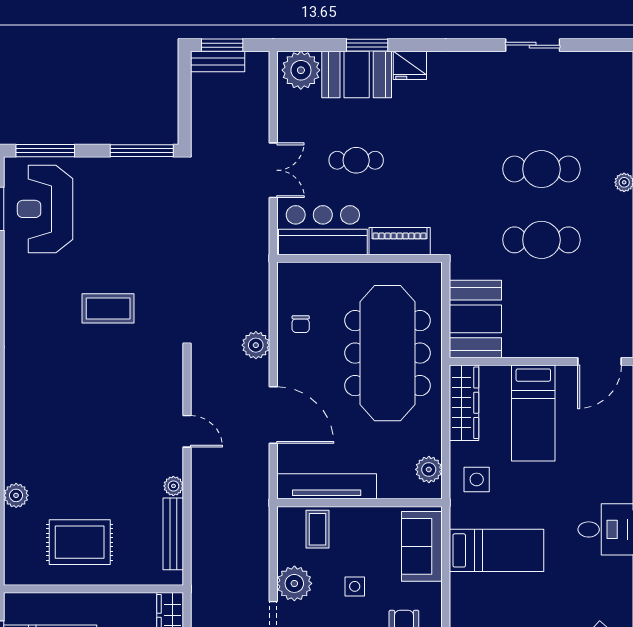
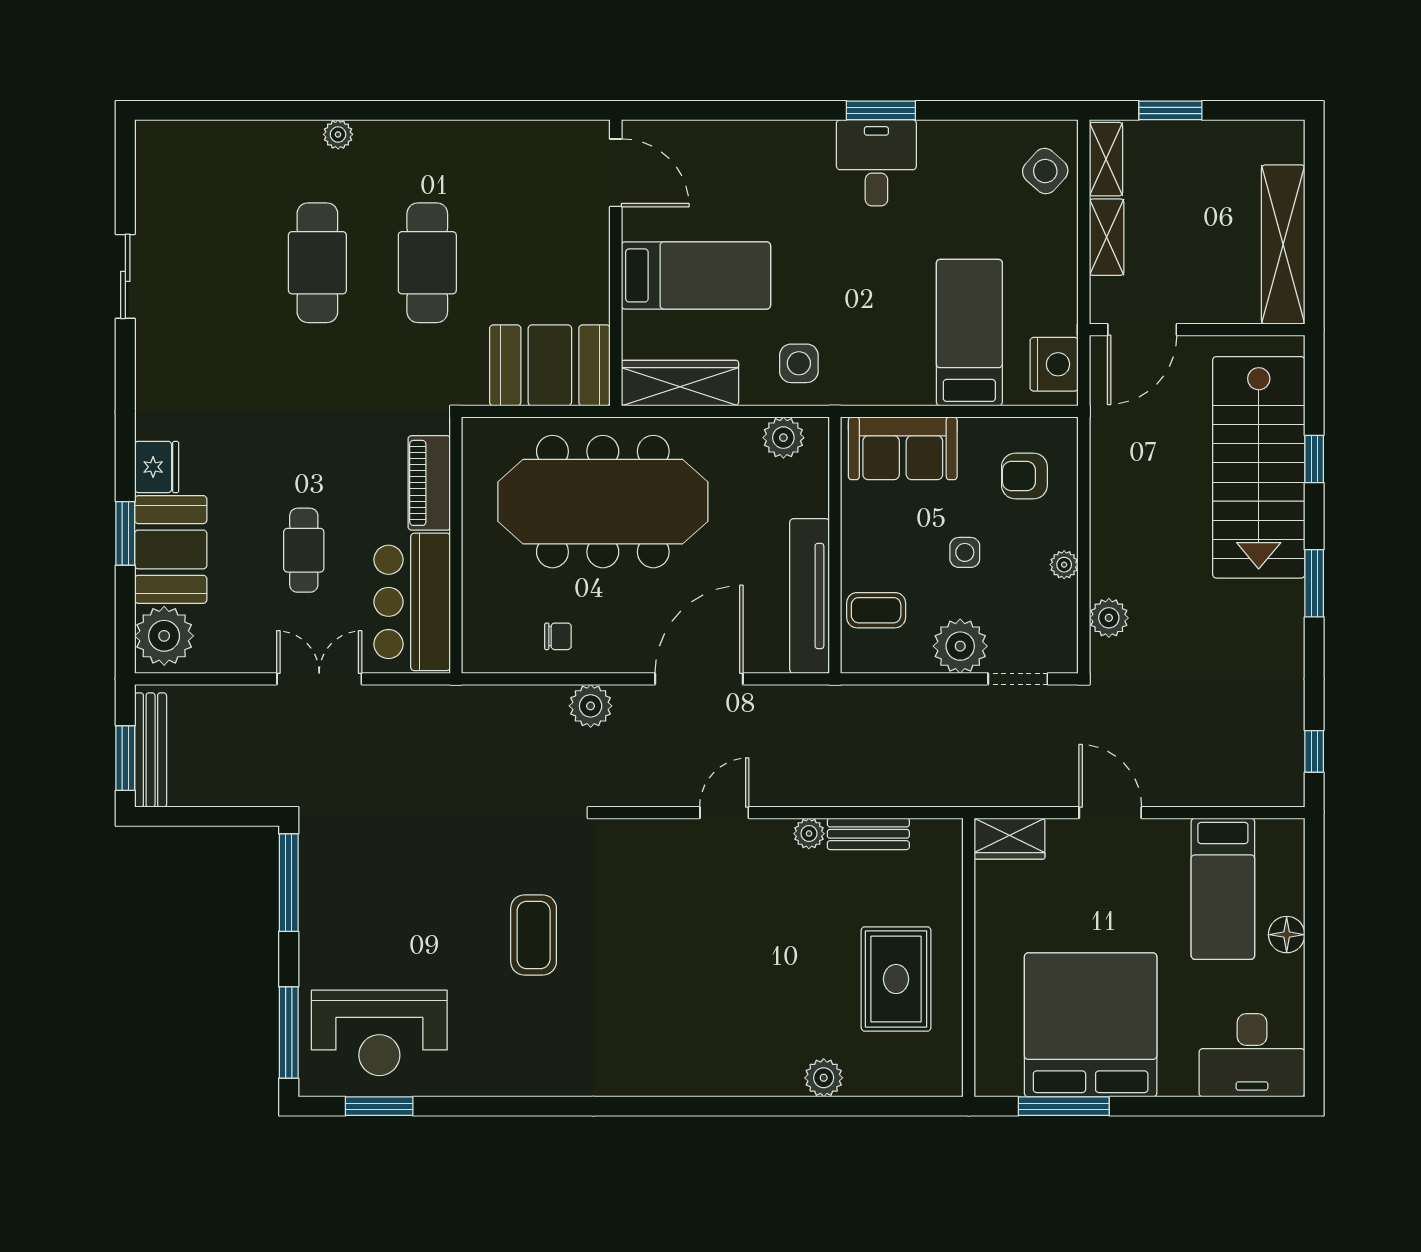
bench: (218, 61) -> (151, 750), width x1.36
bench: (173, 534) -> (868, 834), width x0.73
bed: (496, 550) -> (969, 333), moved

